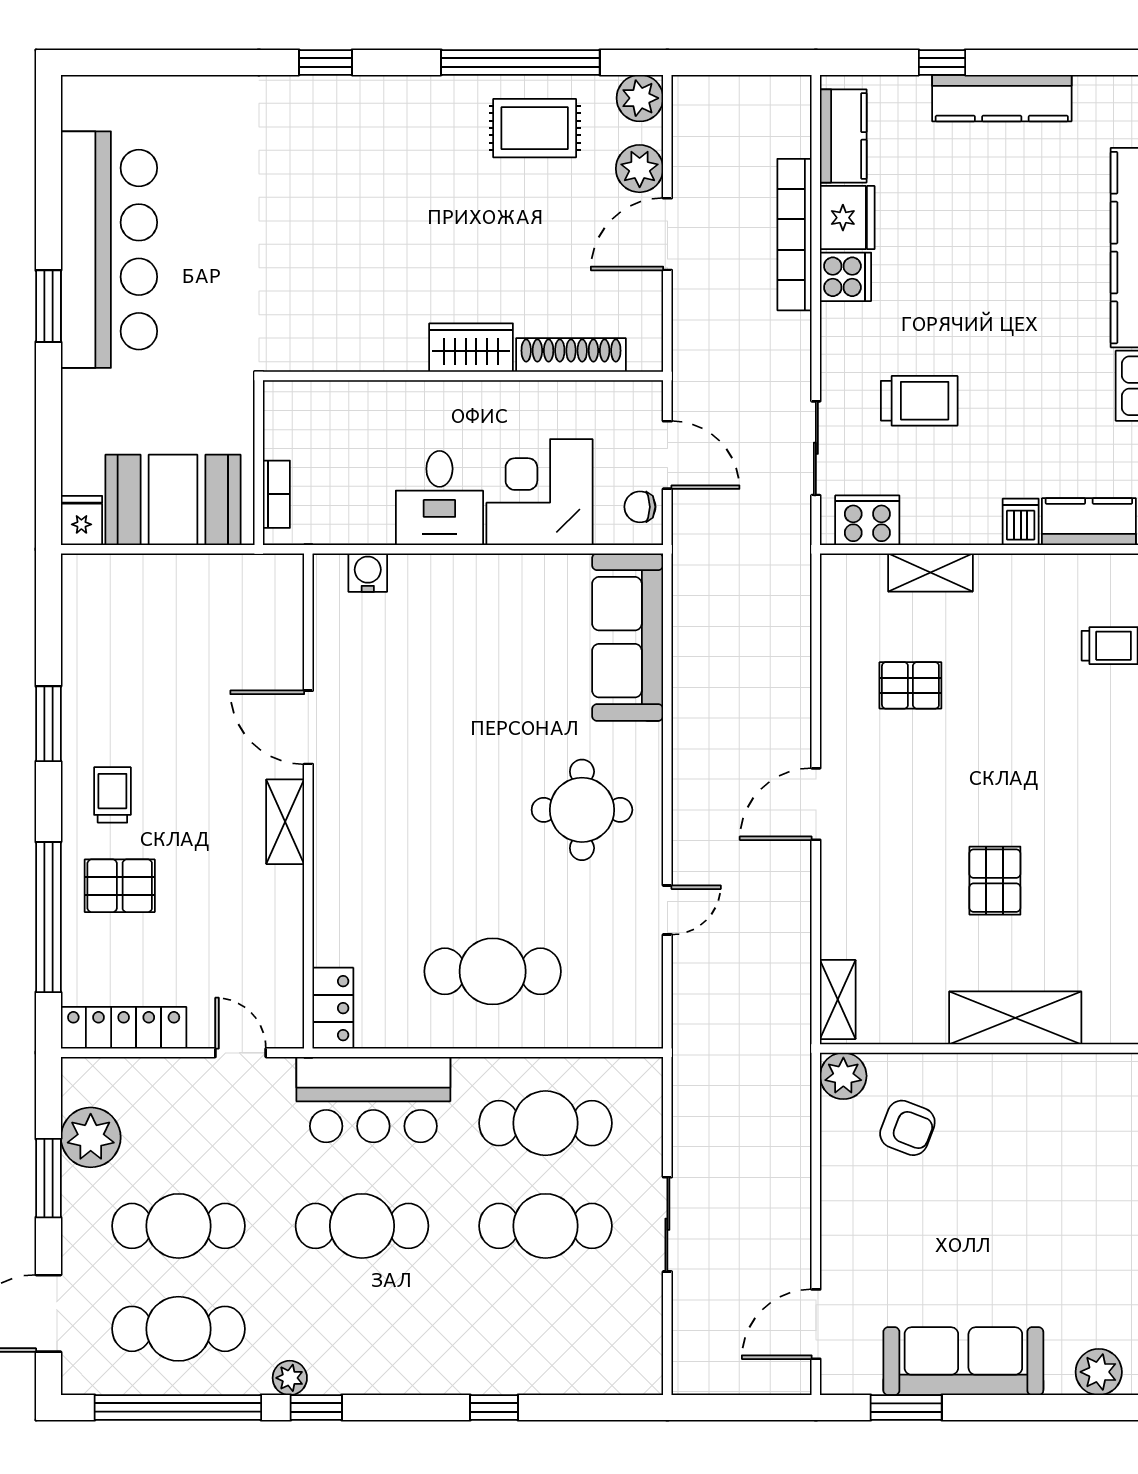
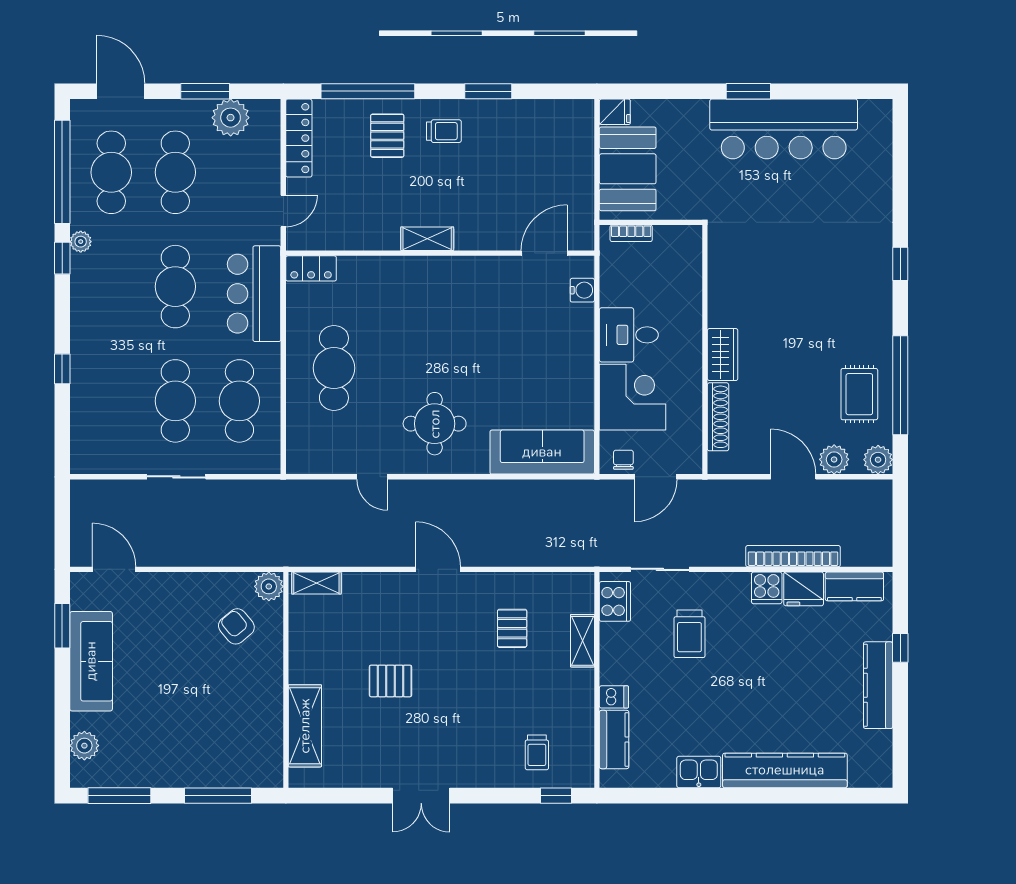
door: (308, 727) -> (544, 253), moved
shelving: (1015, 1018) -> (305, 726), moved
armchair: (907, 1128) -> (236, 626), turned 119

